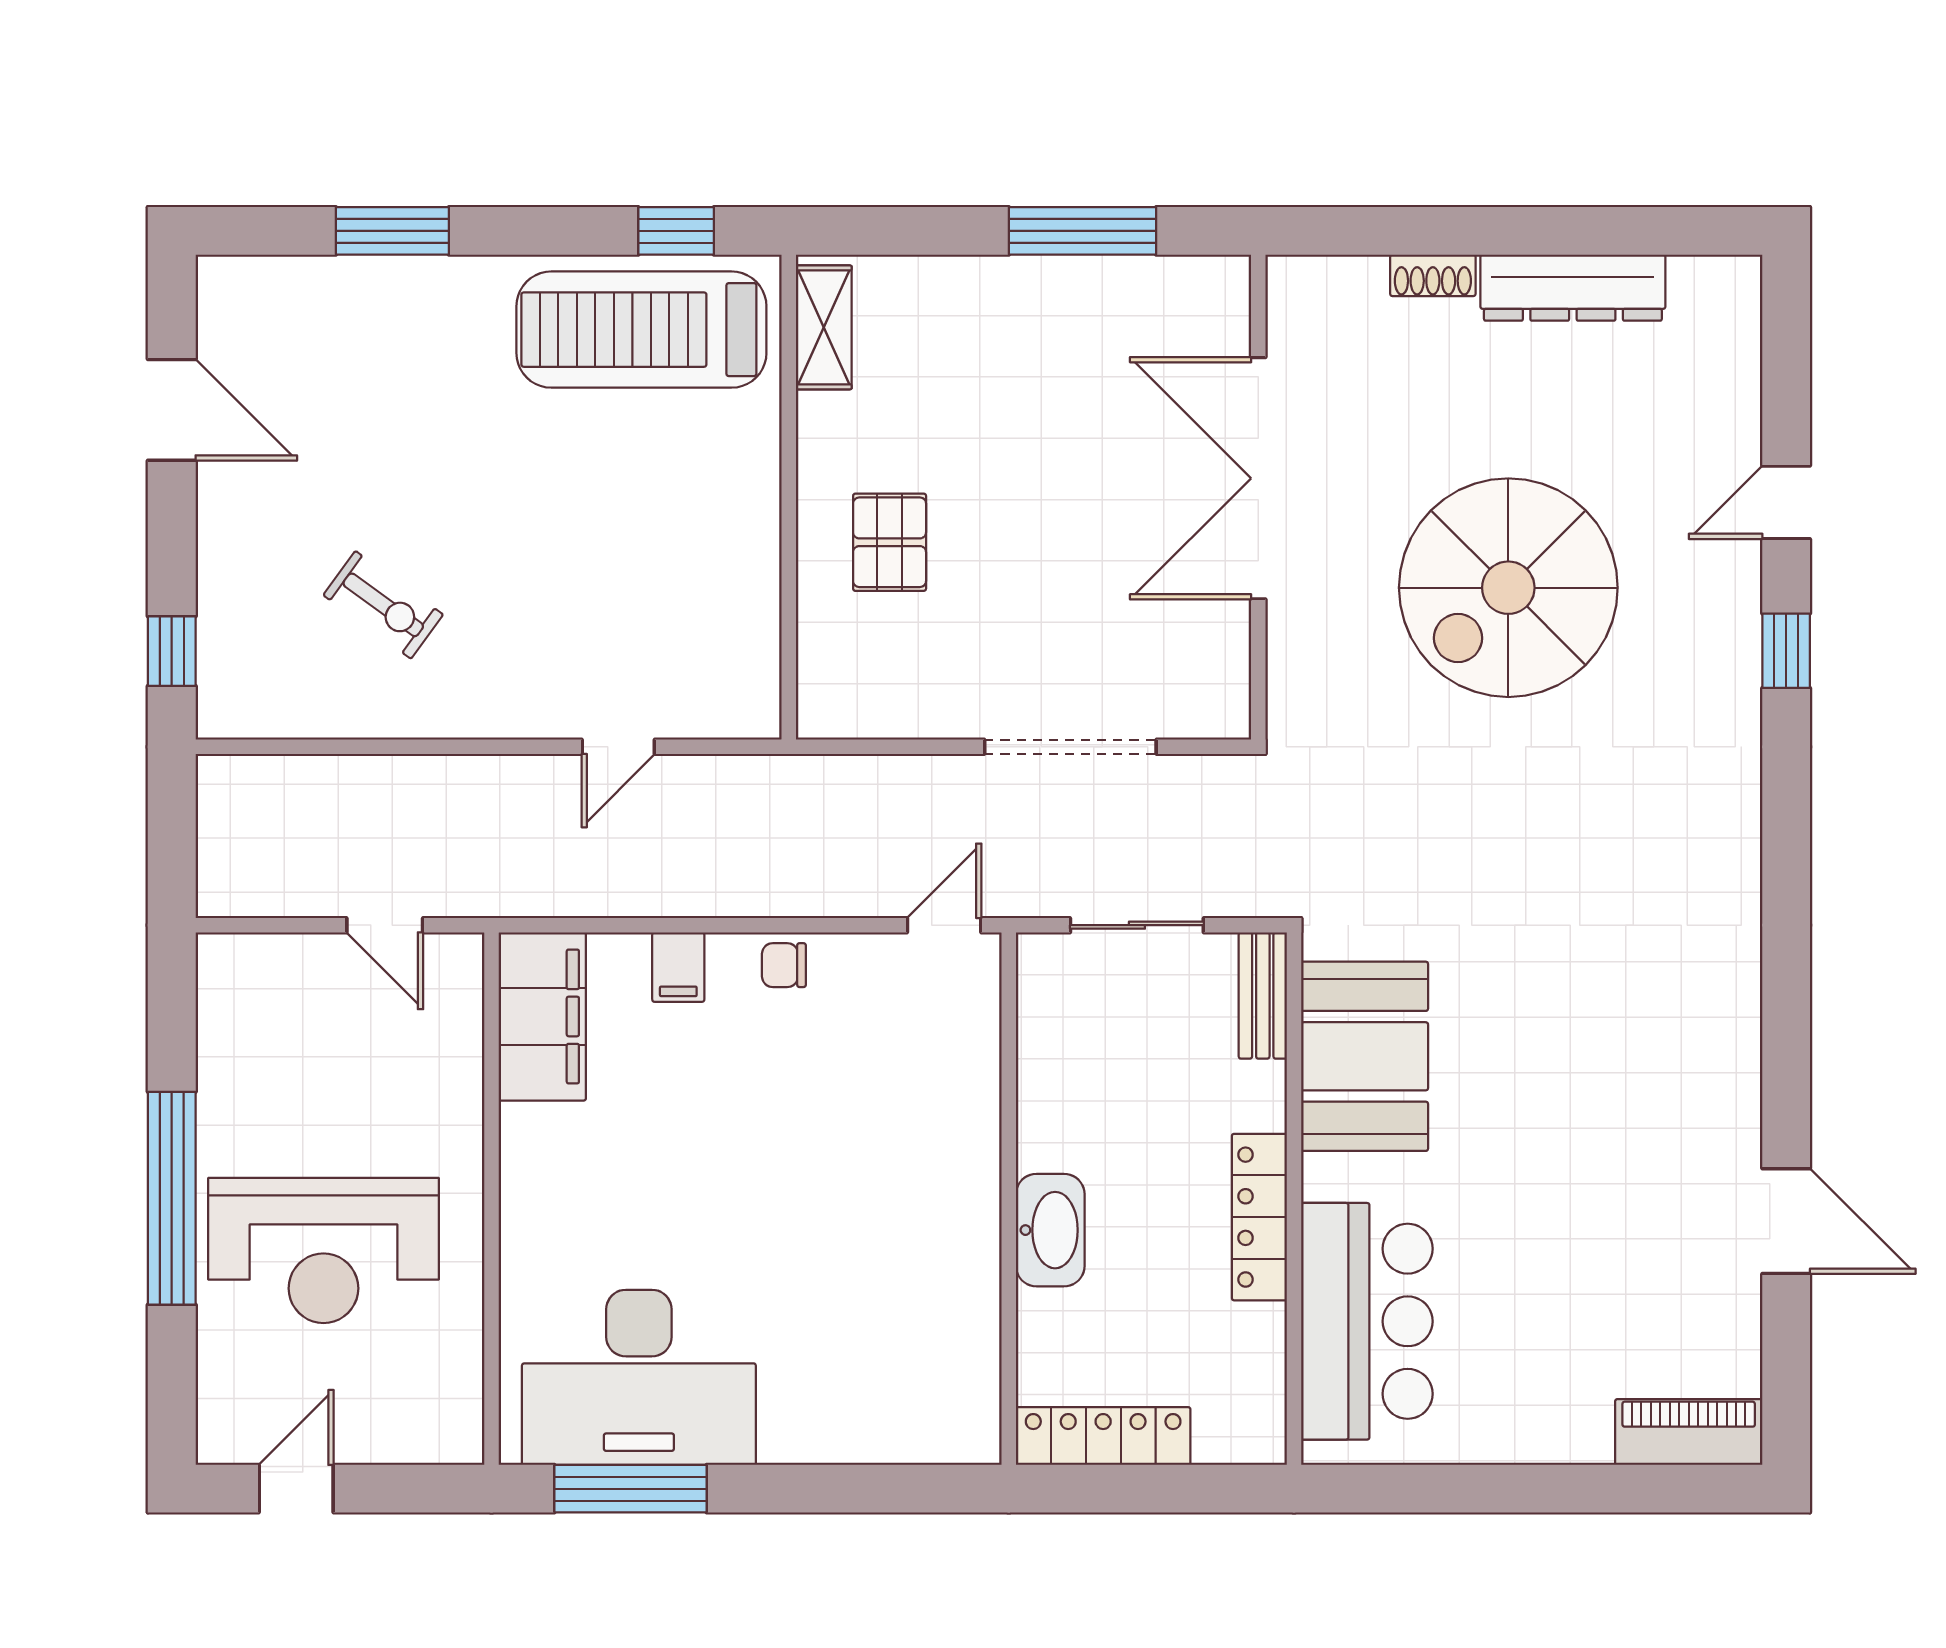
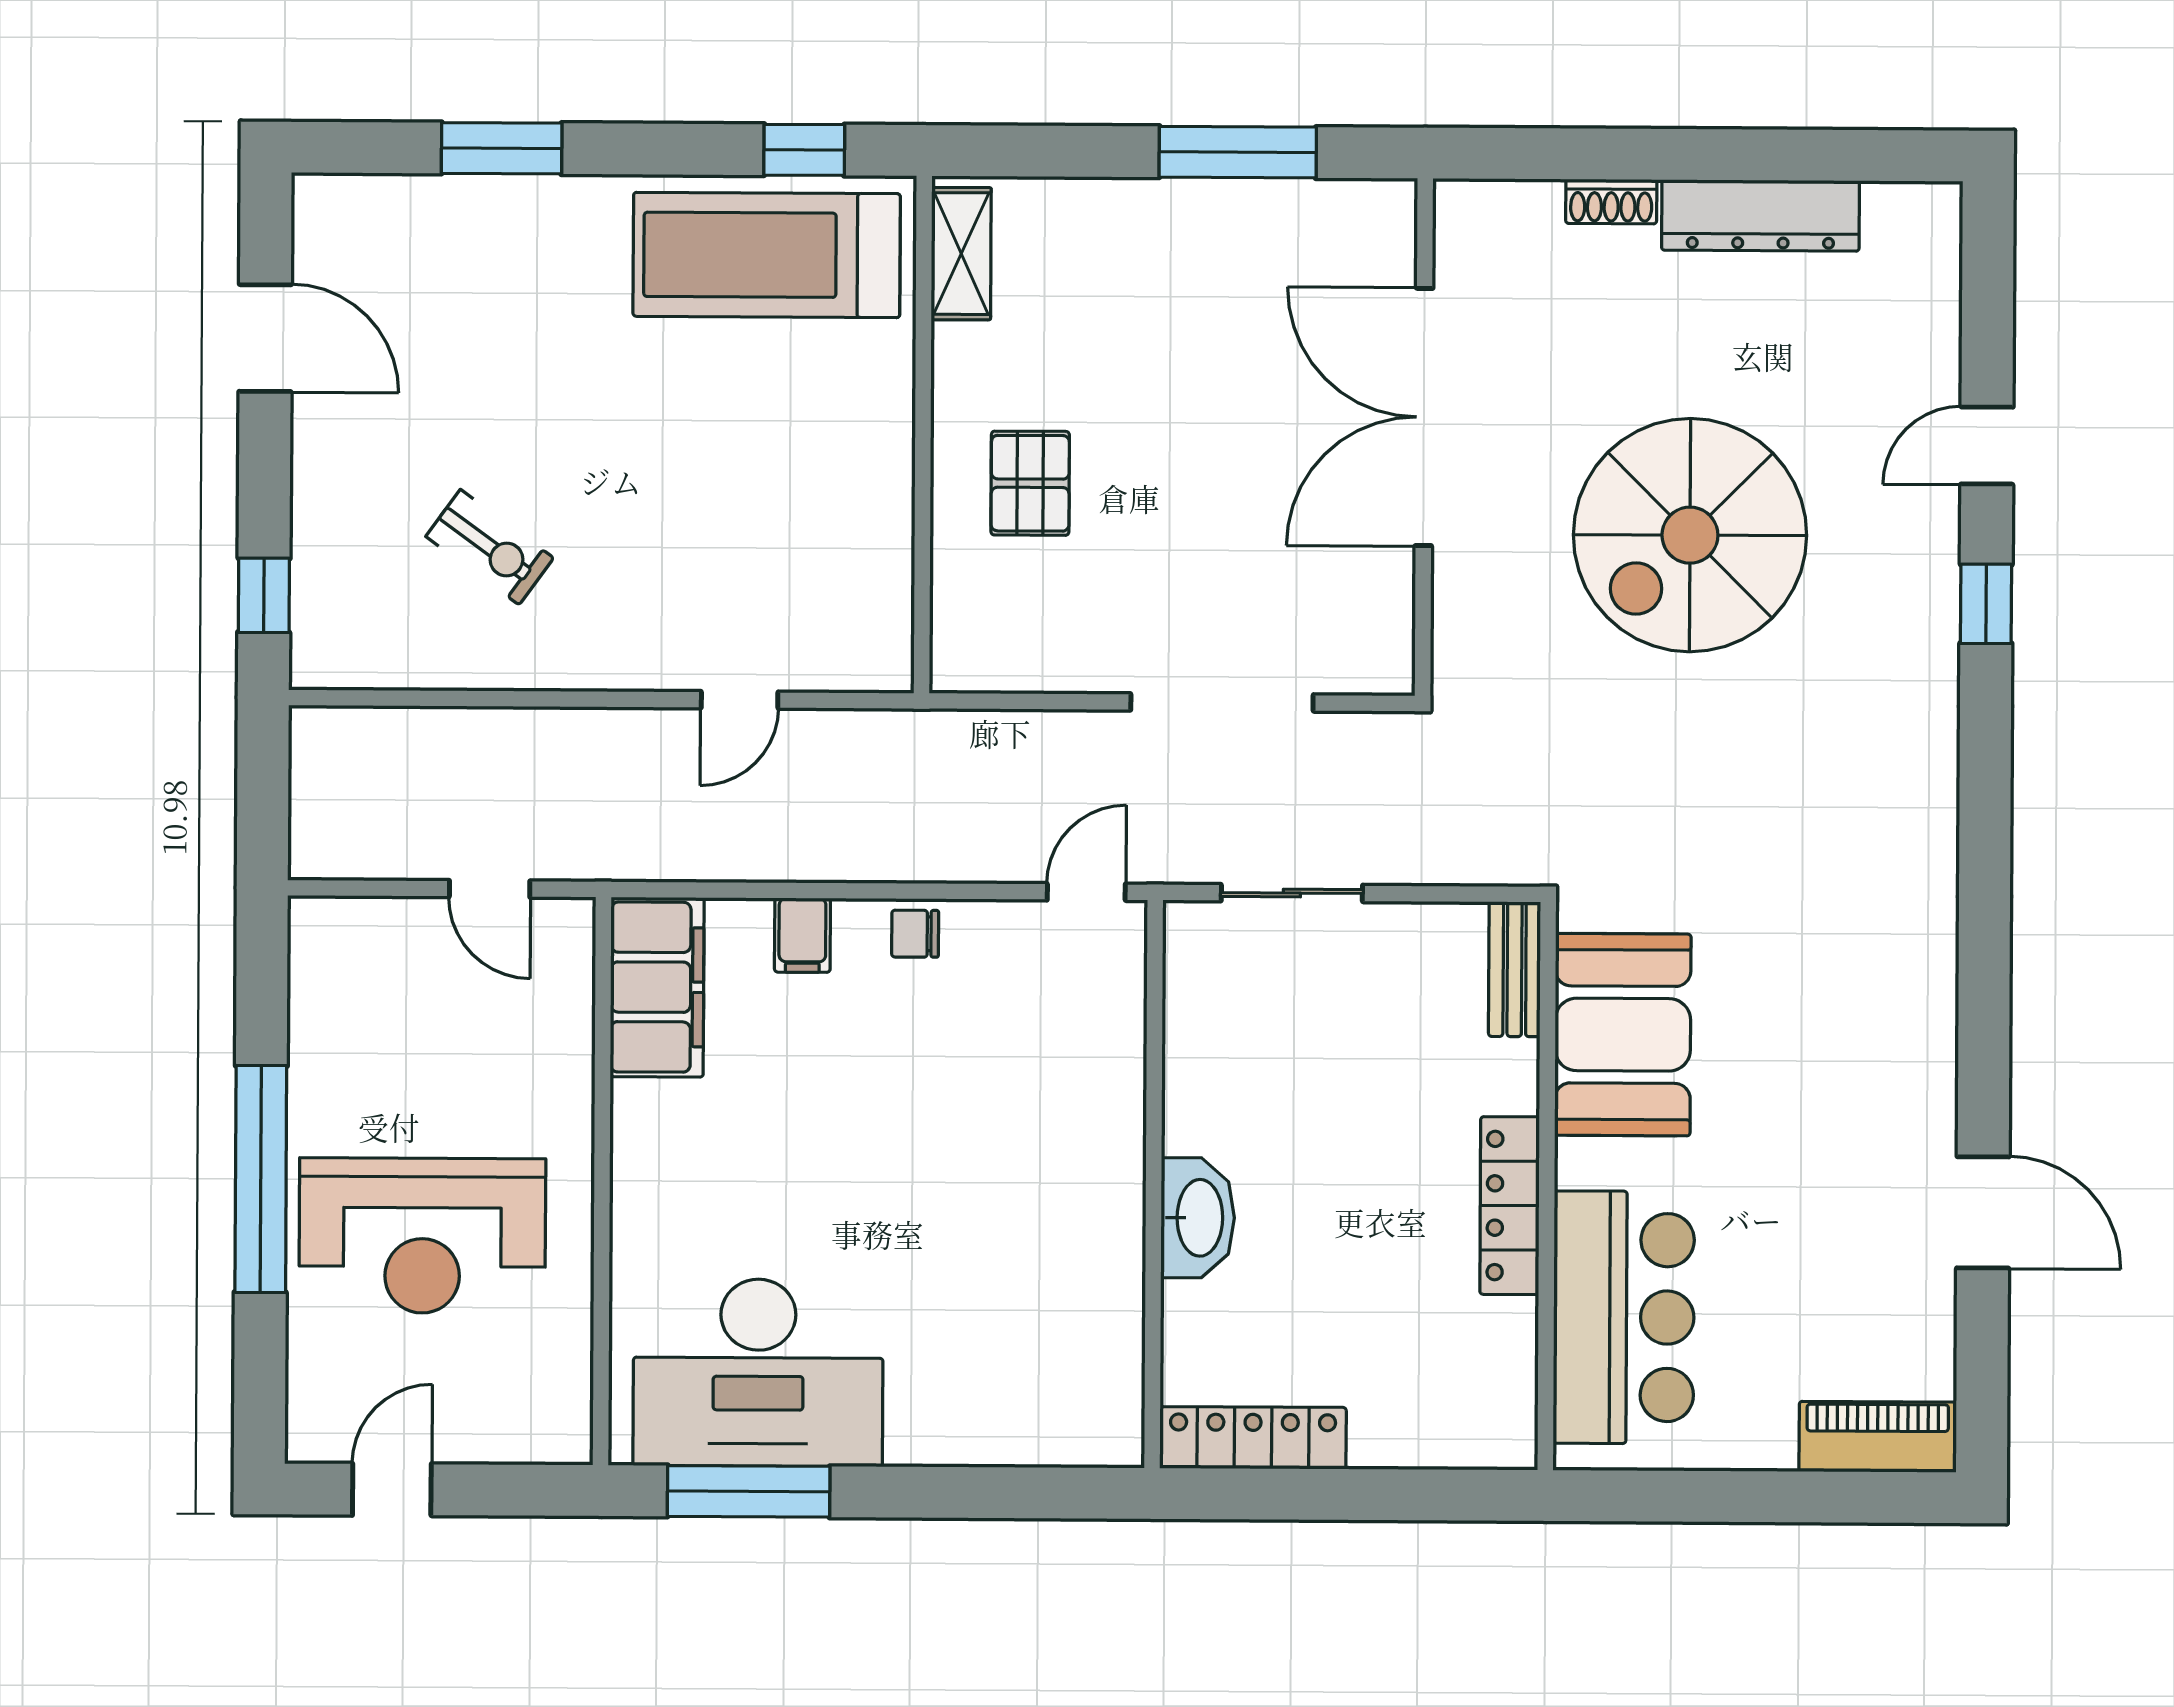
bench: (1263, 995) -> (1515, 969), moved
booth: (1365, 1056) -> (1623, 1035), moved
wall: (1294, 1199) -> (1547, 1186), moved
locker: (1259, 1217) -> (1510, 1206), moved
bar counter: (1367, 1321) -> (1624, 1317), moved

